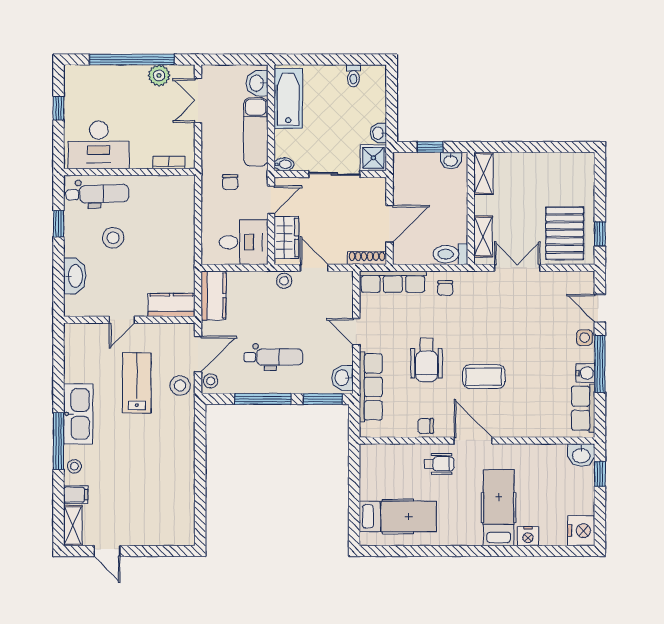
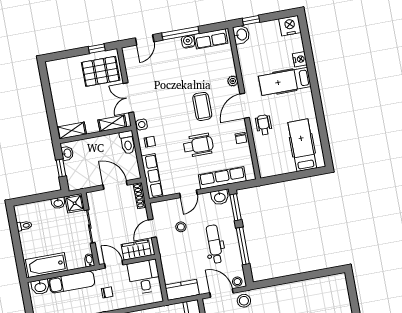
stool: (284, 281) -> (181, 227), moved
side table: (585, 338) -> (142, 124), moved
plant: (514, 429) -> (233, 81), added

